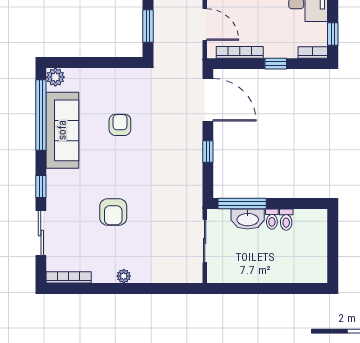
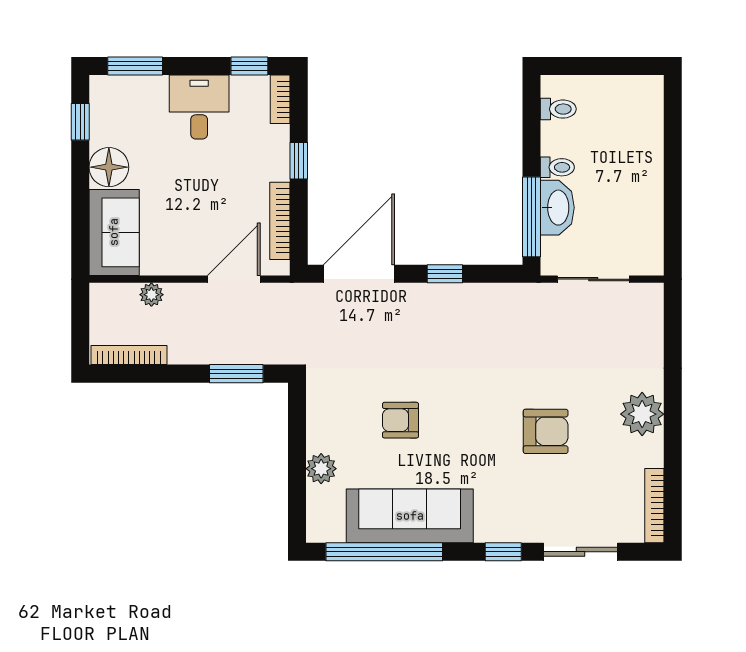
plant: (55, 77) -> (321, 469), moved
toilet: (286, 220) -> (558, 109), moved
plant: (124, 276) -> (642, 414), width x1.88, depth x1.88

